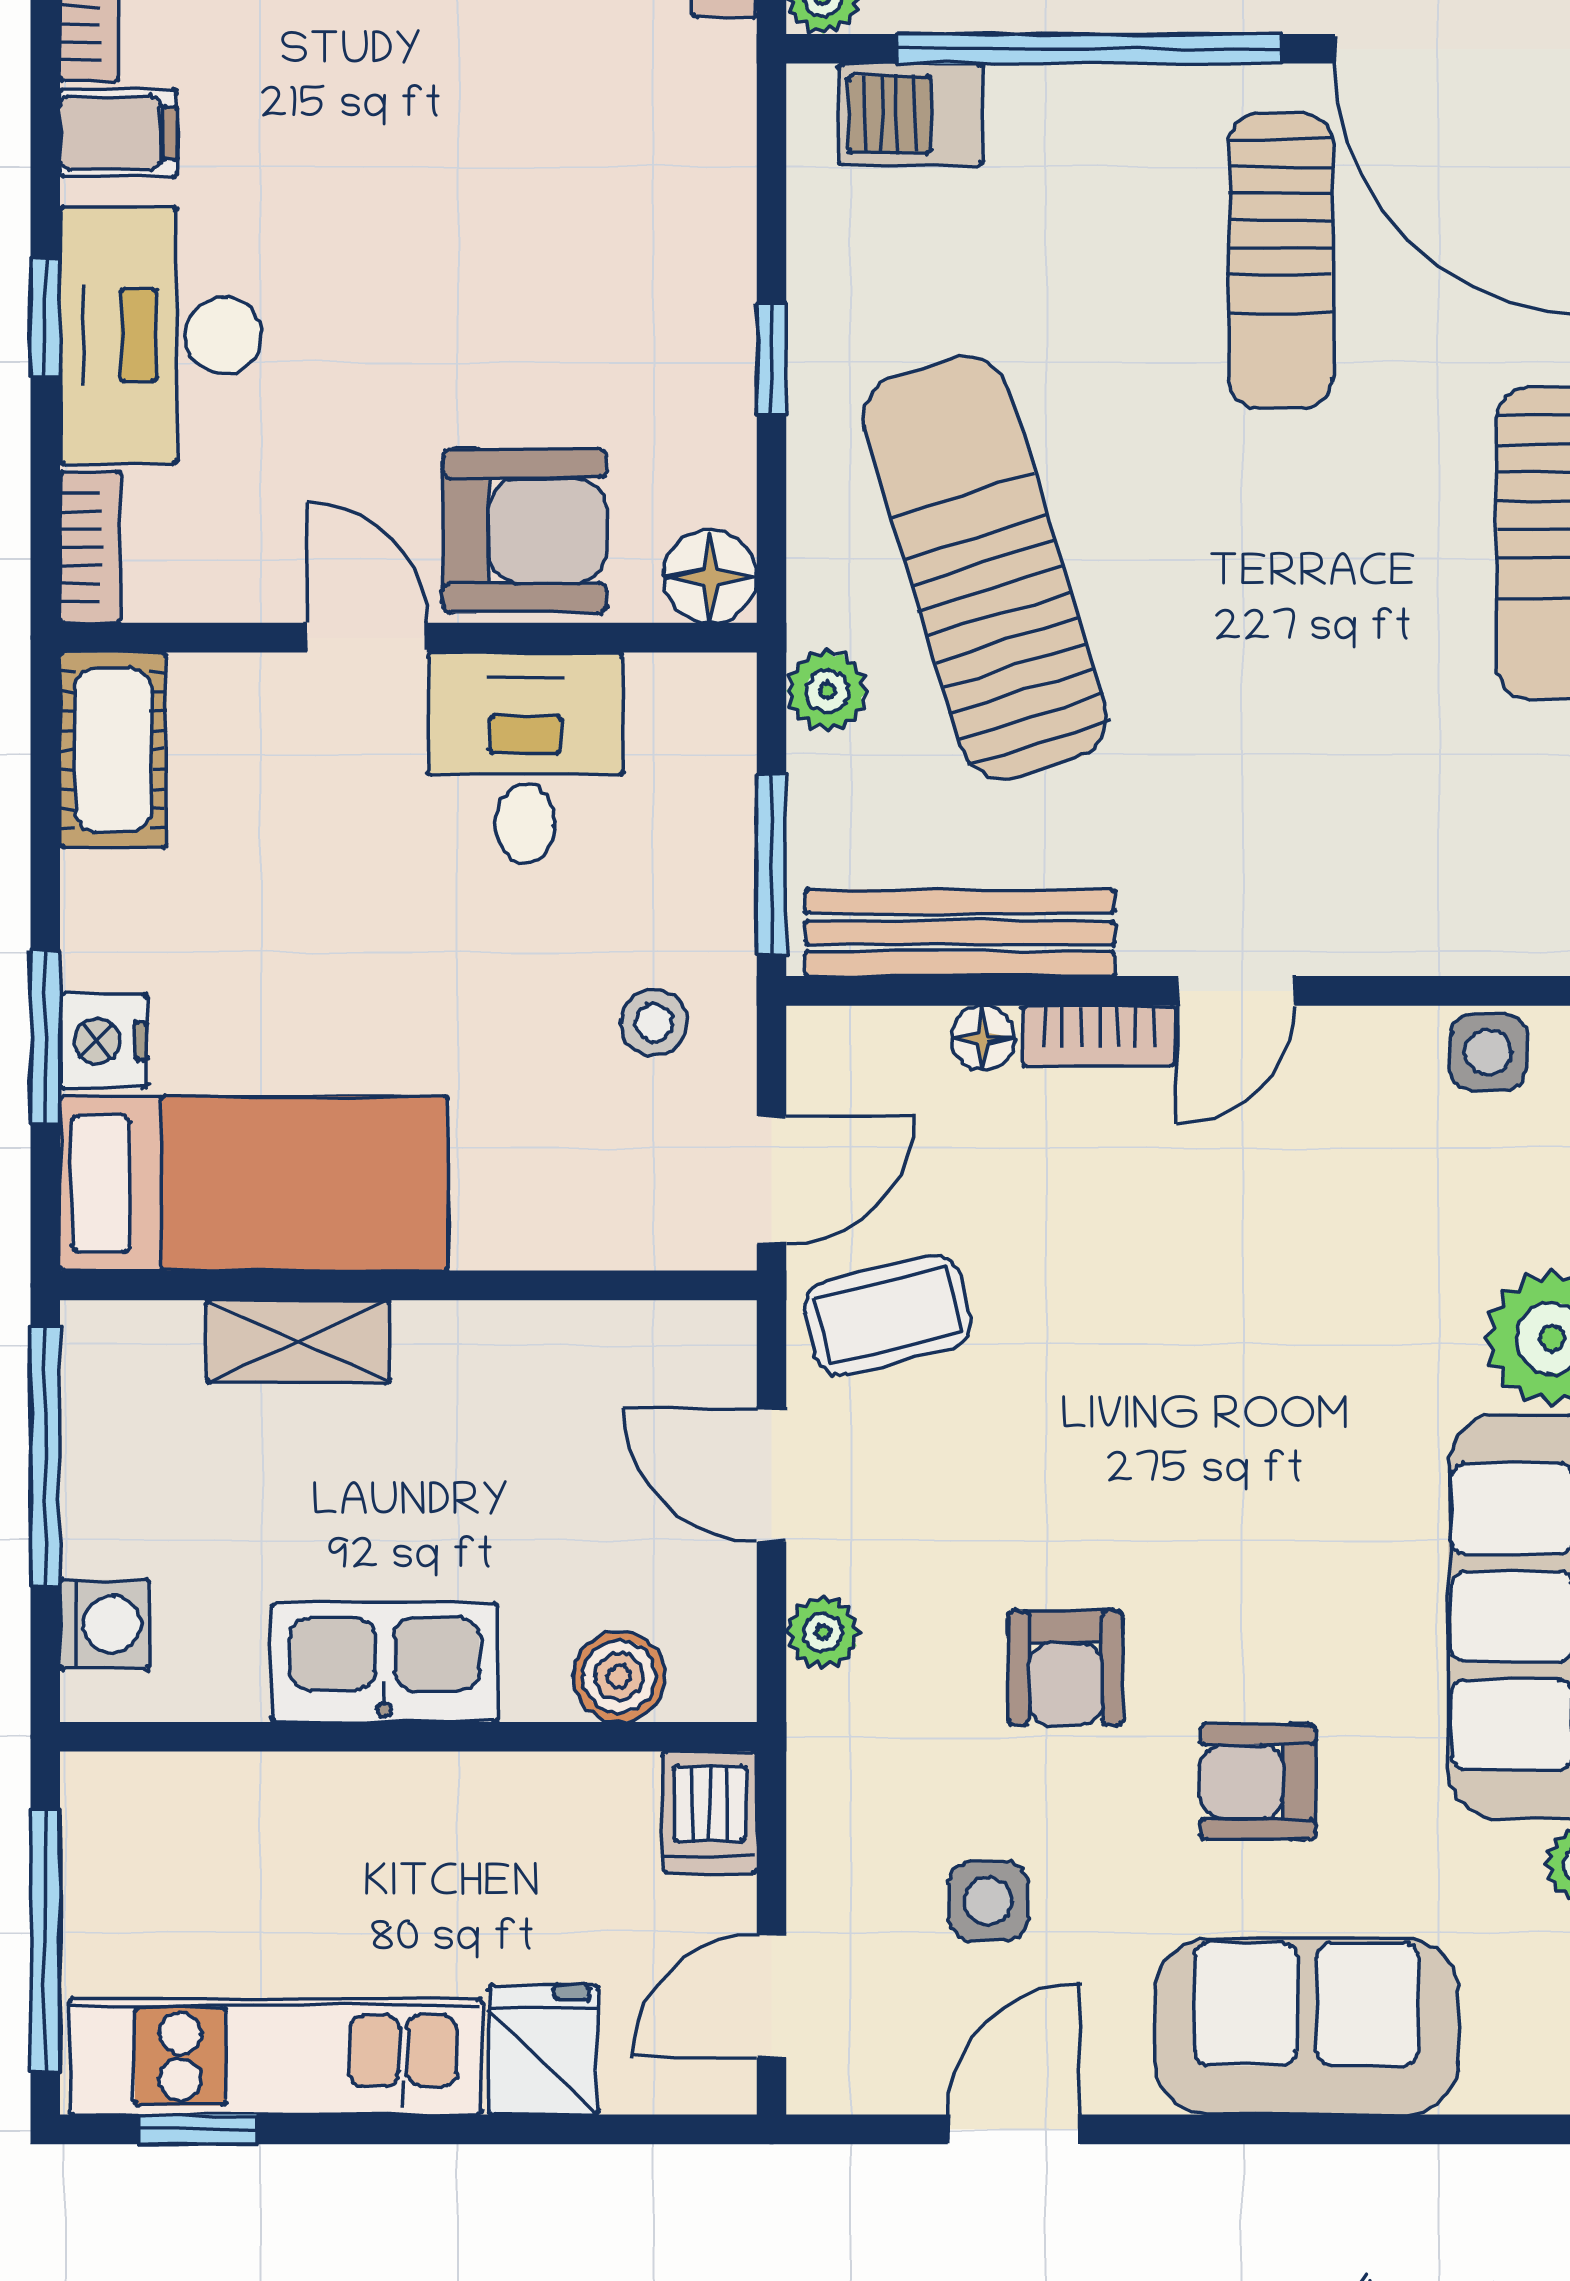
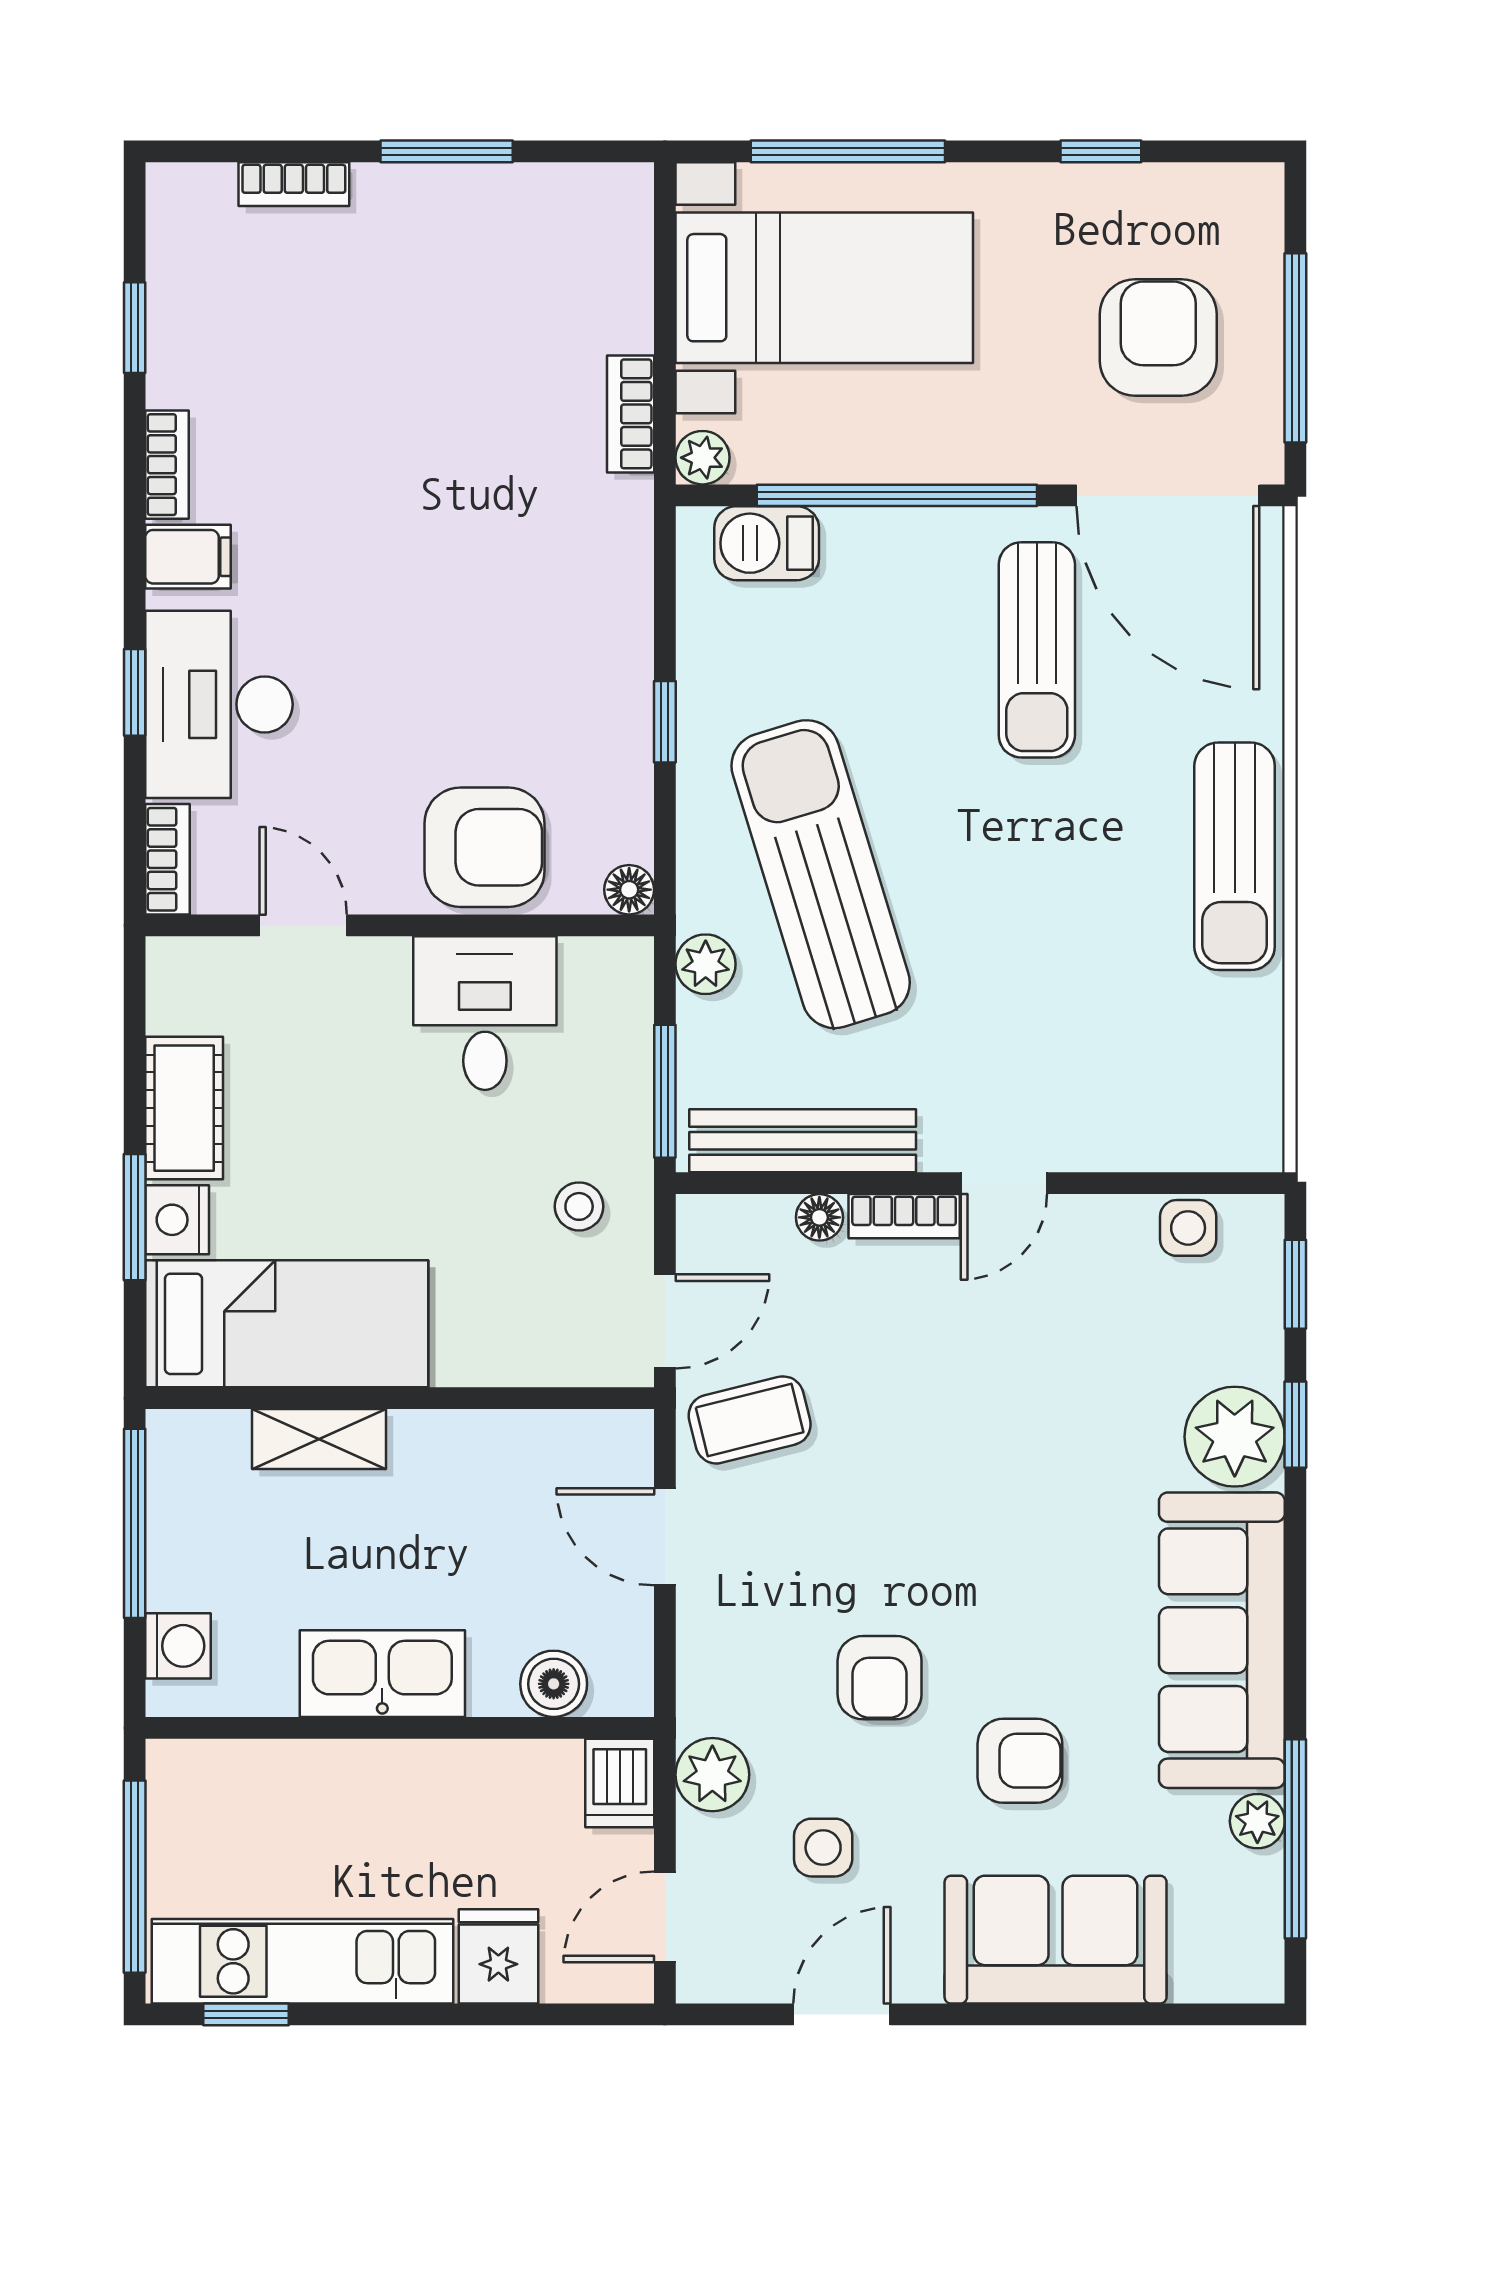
floor lamp: (710, 576) -> (629, 890), width x0.73, depth x0.73
door: (367, 638) -> (303, 925), moved
cot: (113, 750) -> (184, 1108), moved
plant: (823, 1632) -> (712, 1775), moved, width x1.38, depth x1.38
armchair: (1258, 1782) -> (1020, 1761), turned 180

